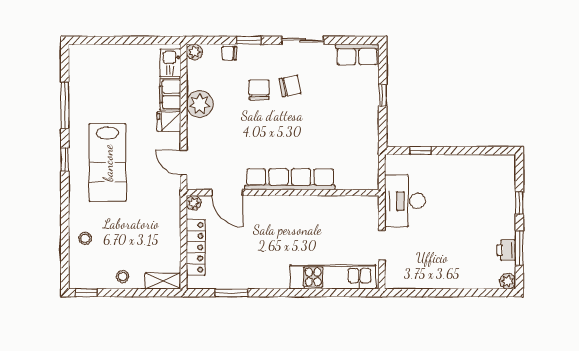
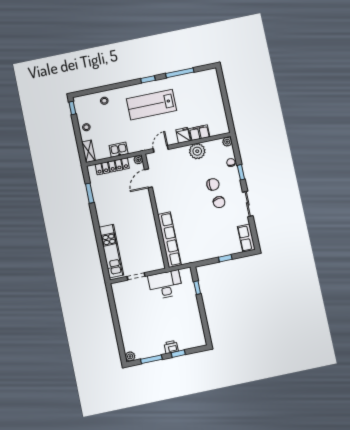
kitchen sink: (170, 63) -> (119, 150), moved
row of seats: (290, 179) -> (169, 240), moved
printer: (506, 250) -> (171, 347), moved

